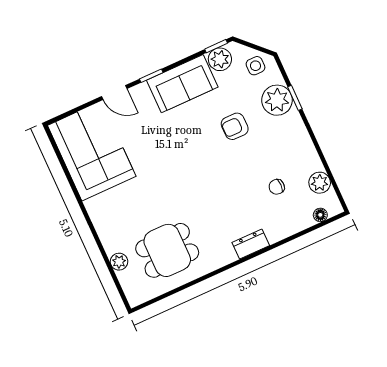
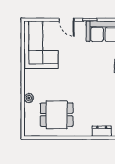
plant: (119, 262) -> (29, 98), moved

